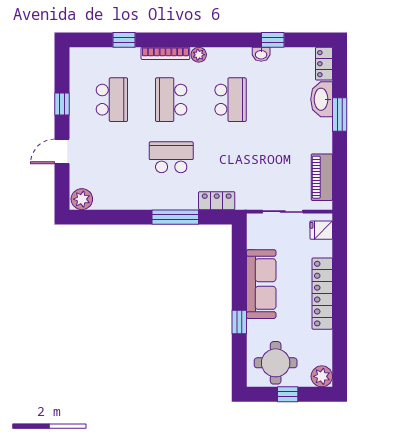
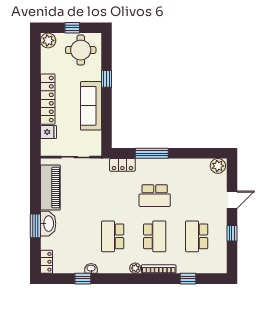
washbasin: (322, 99) -> (48, 224), moved
piano: (322, 177) -> (50, 188), width x1.37, depth x1.33
fridge: (321, 230) -> (48, 132), moved

